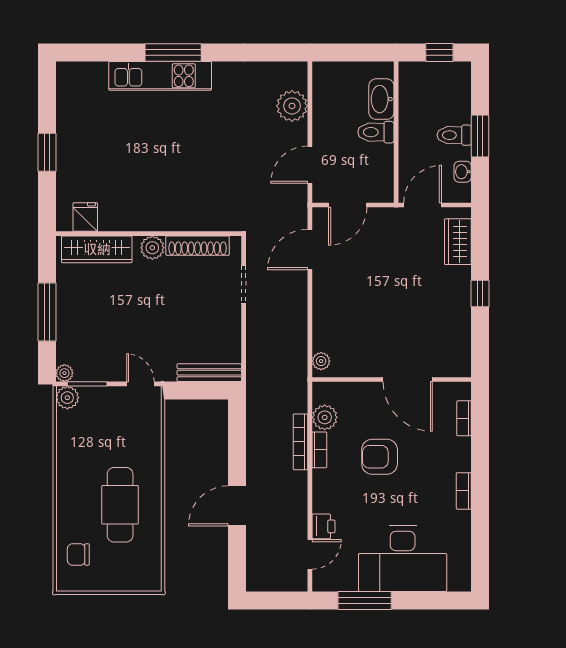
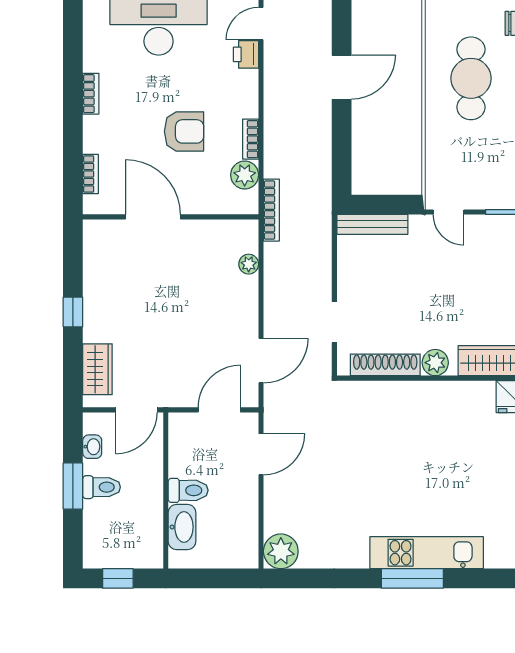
plant: (292, 106) -> (281, 551), moved
plant: (321, 361) -> (249, 264), moved
bookcase: (301, 442) -> (271, 210), moved

